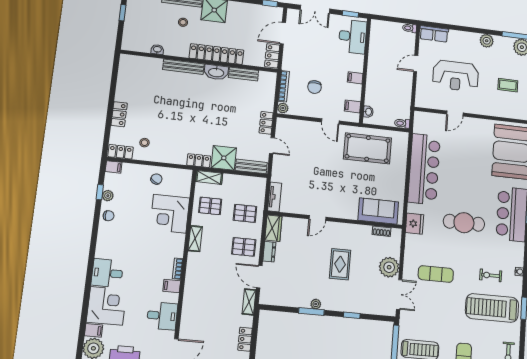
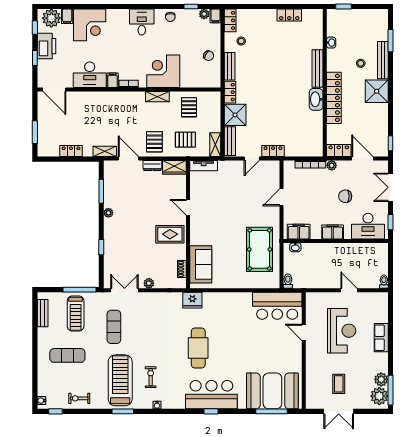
window: (123, 13) -> (344, 6), moved
row of seats: (434, 34) -> (381, 338), moved
plant: (487, 41) -> (381, 379), moved
bench: (244, 74) -> (230, 66), moved
reception desk: (456, 76) -> (342, 331), turned 180
filing cabinet: (355, 78) -> (333, 232), width x2.00
chair: (314, 87) -> (345, 196), moved
filing cabinet: (352, 106) -> (299, 232), width x2.00
plant: (283, 108) -> (332, 165), moved
locker: (119, 114) -> (289, 15), moved
door: (330, 121) -> (282, 197), moved
bar counter: (424, 169) -> (277, 306), moved, width x0.73
shelving: (209, 177) -> (215, 145), moved
plant: (108, 196) -> (204, 14), moved
pallet: (245, 213) -> (185, 140), turned 90
corner desk: (170, 214) -> (163, 71), moved
rug: (340, 264) -> (170, 234), moved
plant: (389, 267) -> (149, 283), width x0.53, depth x0.53
desk: (107, 273) -> (142, 22), moved
exercise mat: (436, 274) -> (114, 327), moved
door: (259, 277) -> (128, 158), hinge flipped
double door: (399, 294) -> (124, 290), swing flipped
window: (311, 312) -> (101, 191), moved
desk: (162, 316) -> (90, 75), width x1.37

